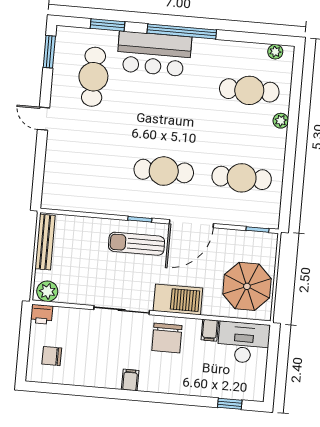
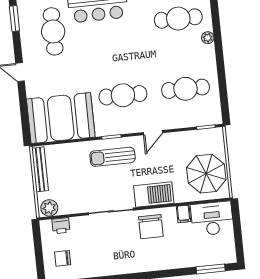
booth: (82, 184) -> (61, 118), added
door: (191, 224) -> (153, 133), width x0.53
printer: (42, 314) -> (61, 226), moved
filing cabinet: (130, 380) -> (128, 265), removed
window: (230, 404) -> (211, 269), width x1.50

